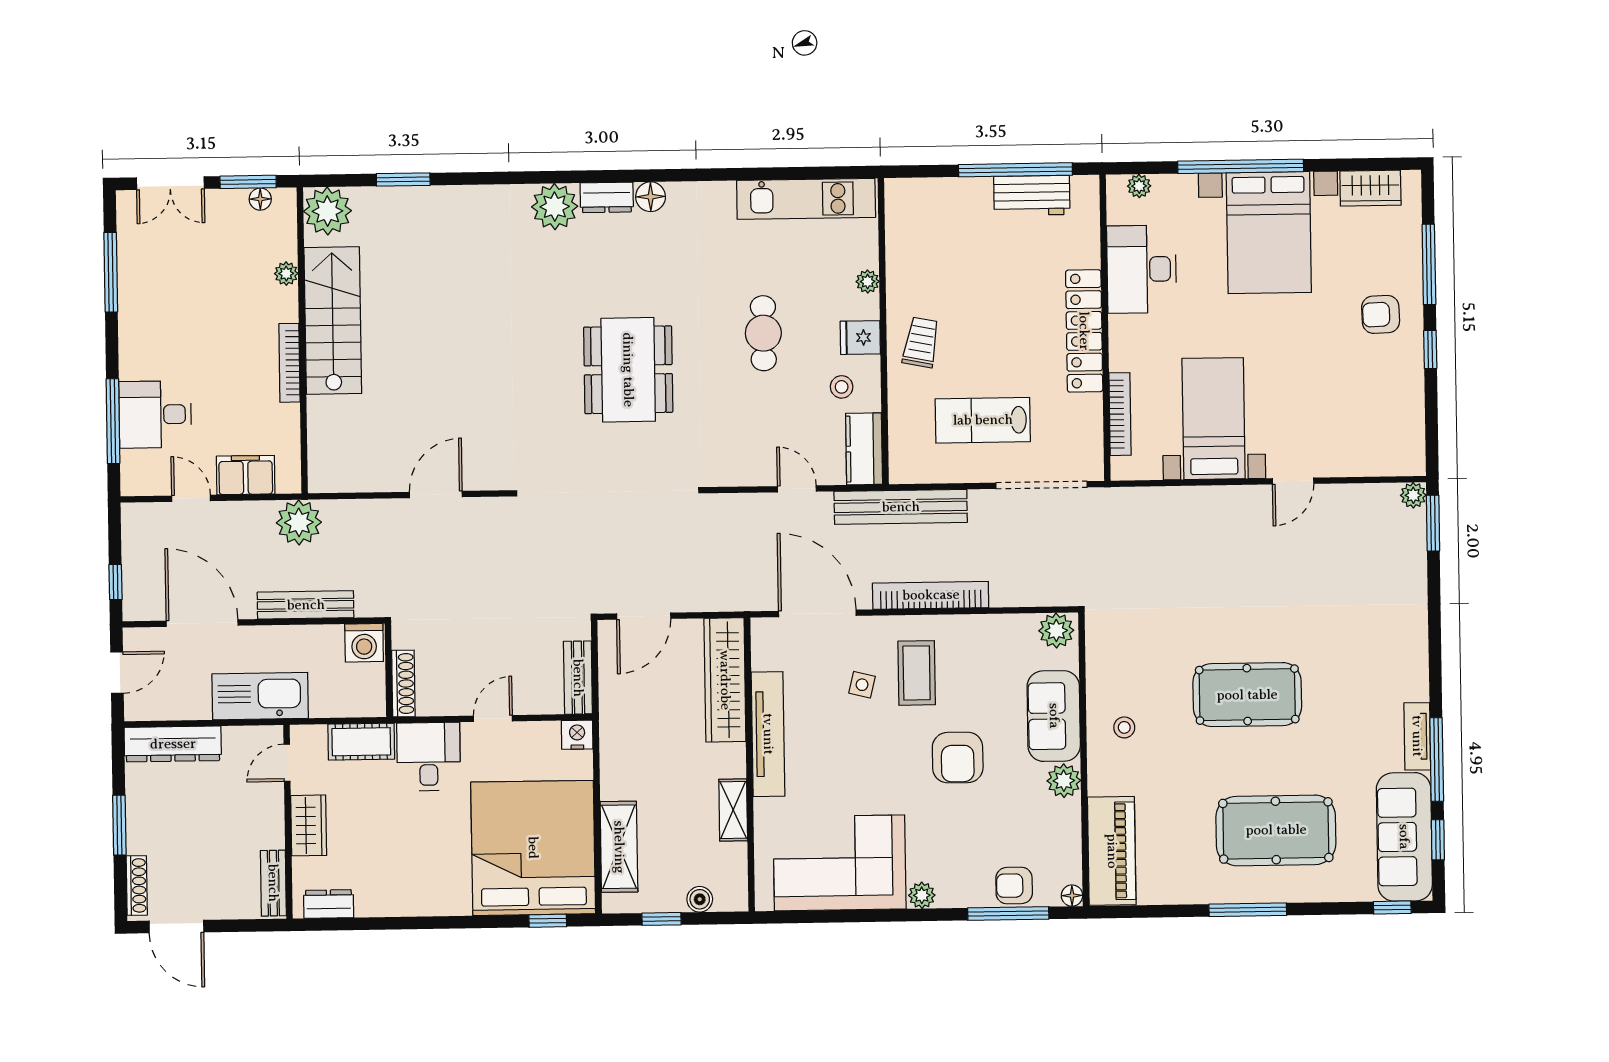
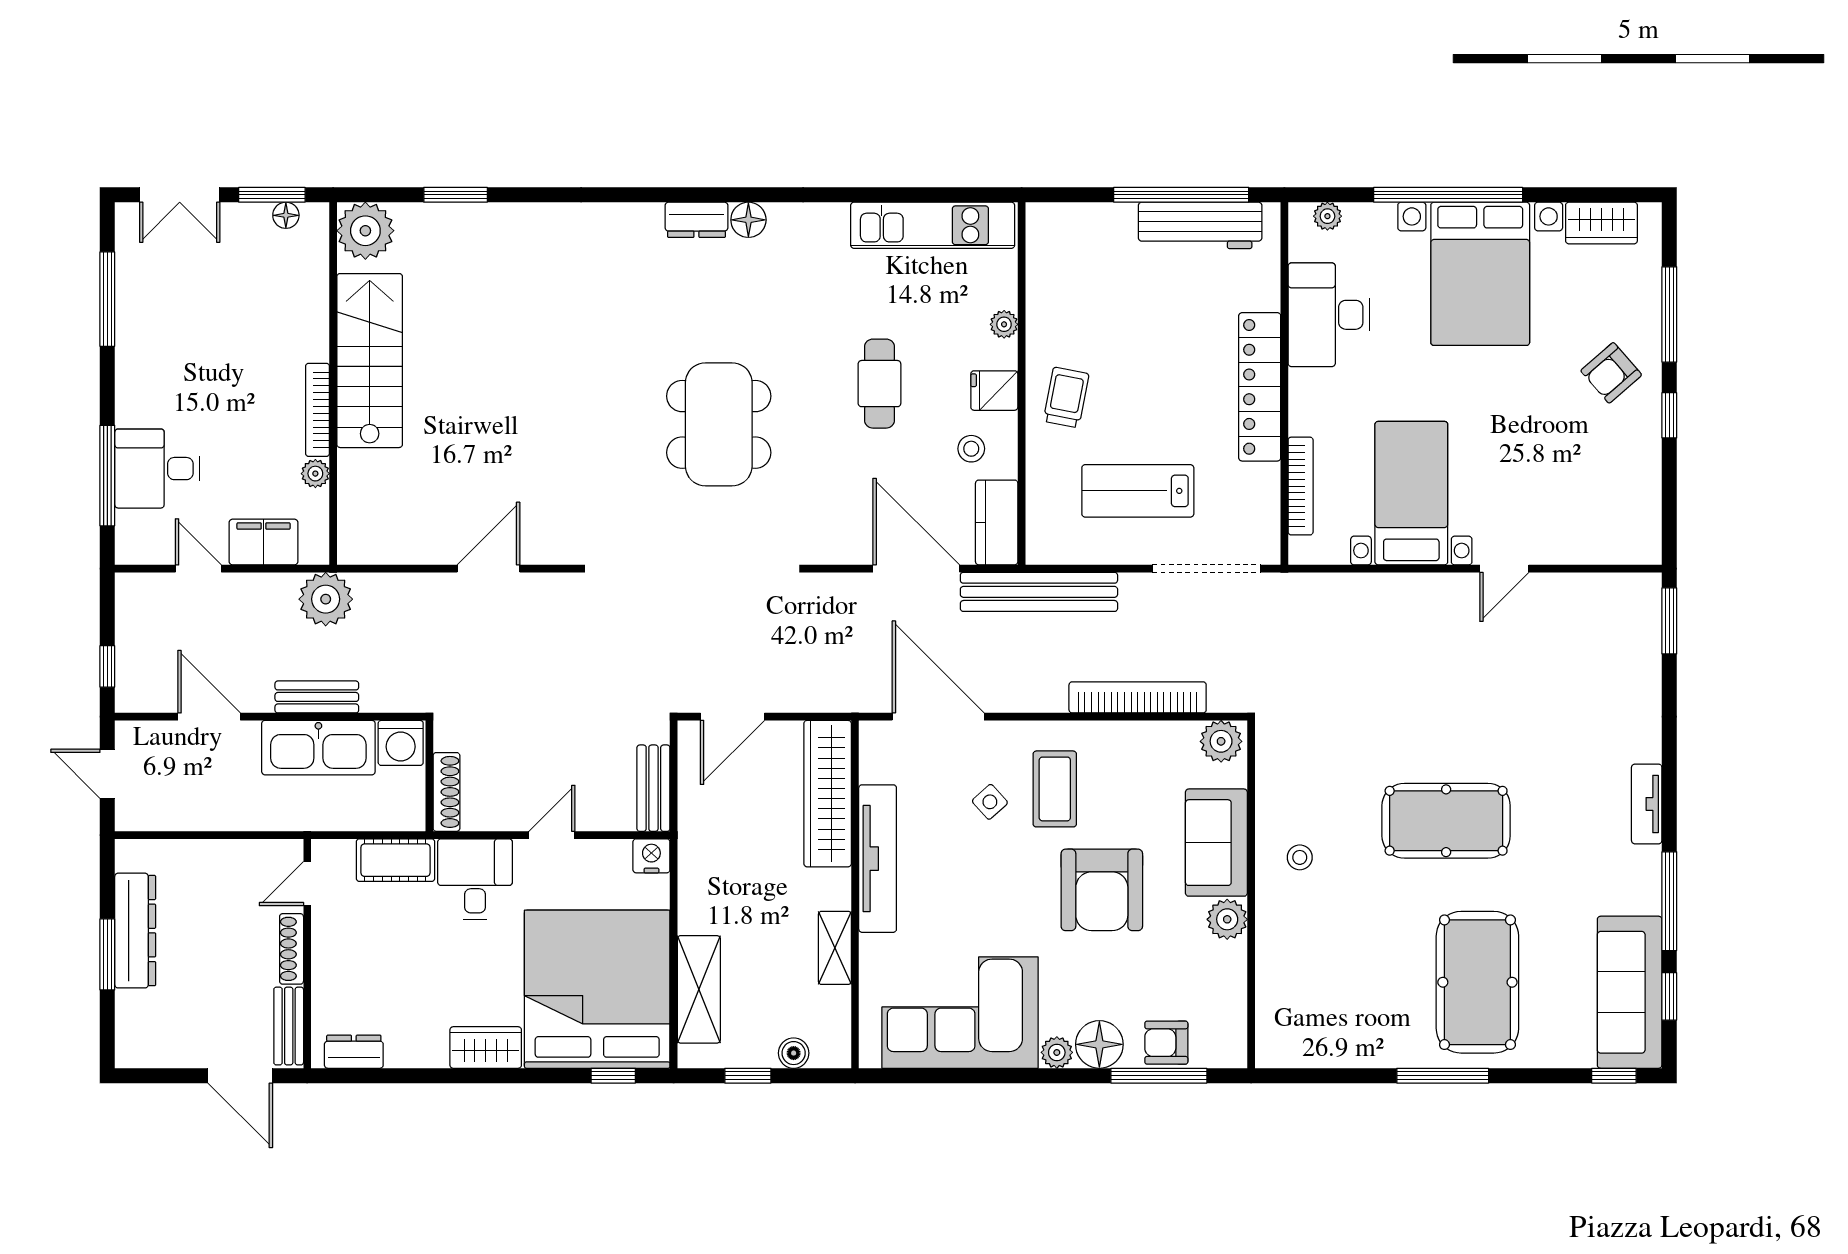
workbench: (1032, 195) -> (1200, 225), width x1.38
plant: (555, 207) -> (635, 230), removed
plant: (286, 274) -> (315, 474), moved
armchair: (1381, 314) -> (1611, 373), turned -39
door: (797, 489) -> (916, 569), width x1.87
plant: (1413, 495) -> (1647, 588), removed
bookcase: (931, 595) -> (1138, 697), moved
bench: (306, 605) -> (317, 697), width x0.73
door: (202, 623) -> (209, 717), width x0.73
door: (117, 673) -> (107, 774), swing flipped
side table: (862, 685) -> (990, 802), turned 34
kitchen sink: (260, 696) -> (318, 748), moved, turned 180
tv unit: (1417, 736) -> (1647, 804), moved
dresser: (173, 744) -> (135, 931), moved, turned -90
armchair: (958, 757) -> (1102, 890), width x1.36, depth x1.36
wardrobe: (309, 825) -> (486, 1047), moved, turned -90
pool table: (1276, 830) -> (1477, 982), turned 90
piano: (1112, 851) -> (1283, 1003), removed
shoe rack: (137, 885) -> (292, 949), moved, turned 180
floor lamp: (1072, 896) -> (1099, 1044), moved, width x1.89, depth x1.89
door: (176, 927) -> (240, 1076), moved

